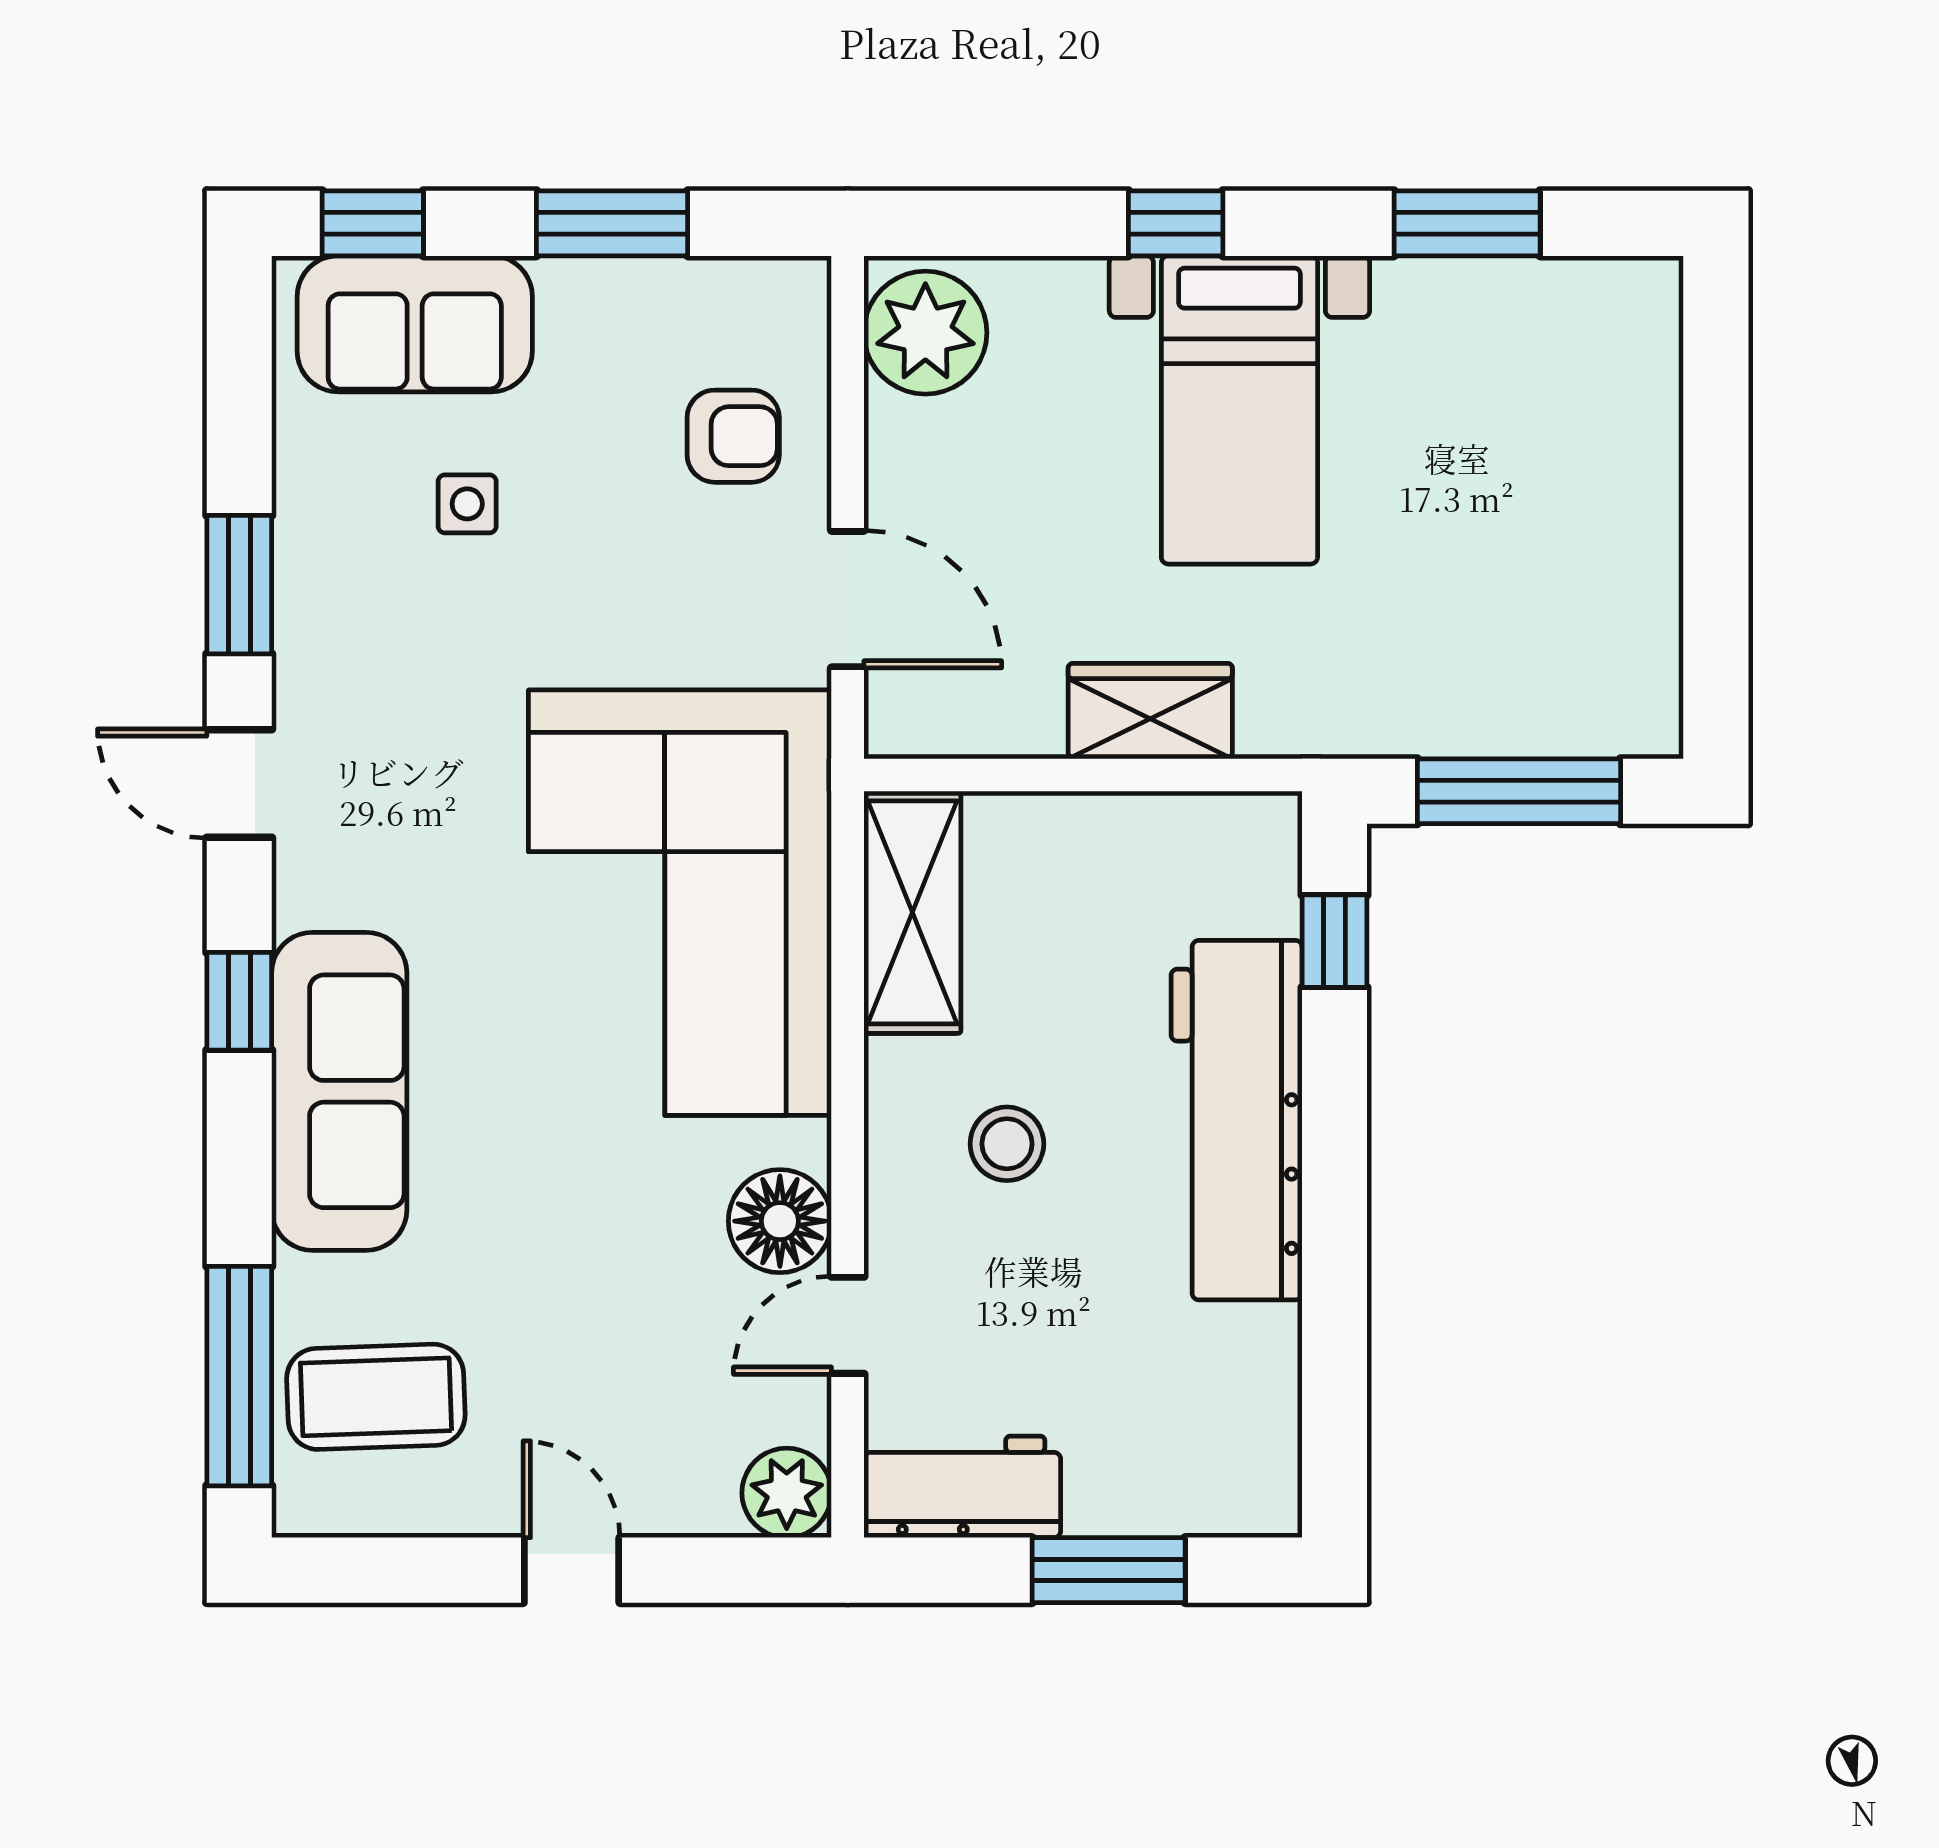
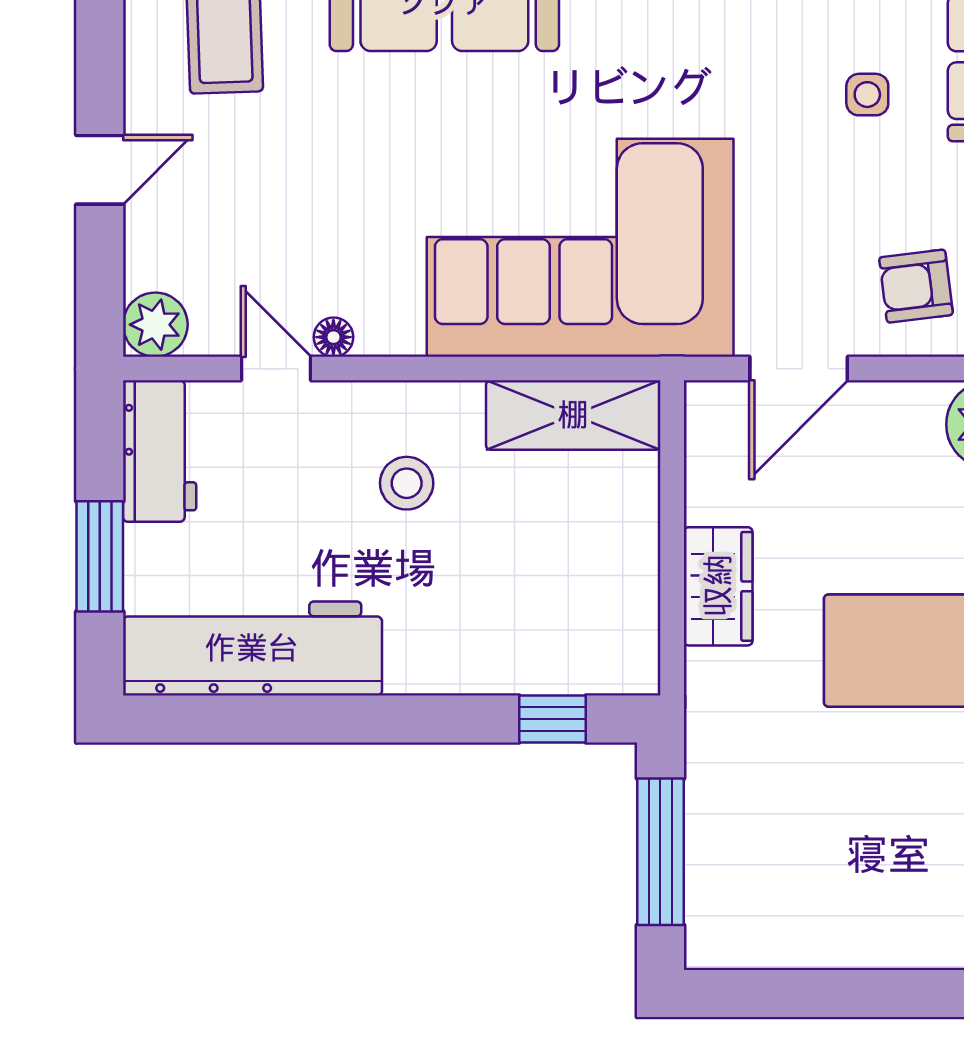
armchair: (733, 436) -> (916, 286), turned 83
workbench: (1237, 1120) -> (252, 648), moved
floor lamp: (780, 1221) -> (333, 337), width x0.53, depth x0.53

